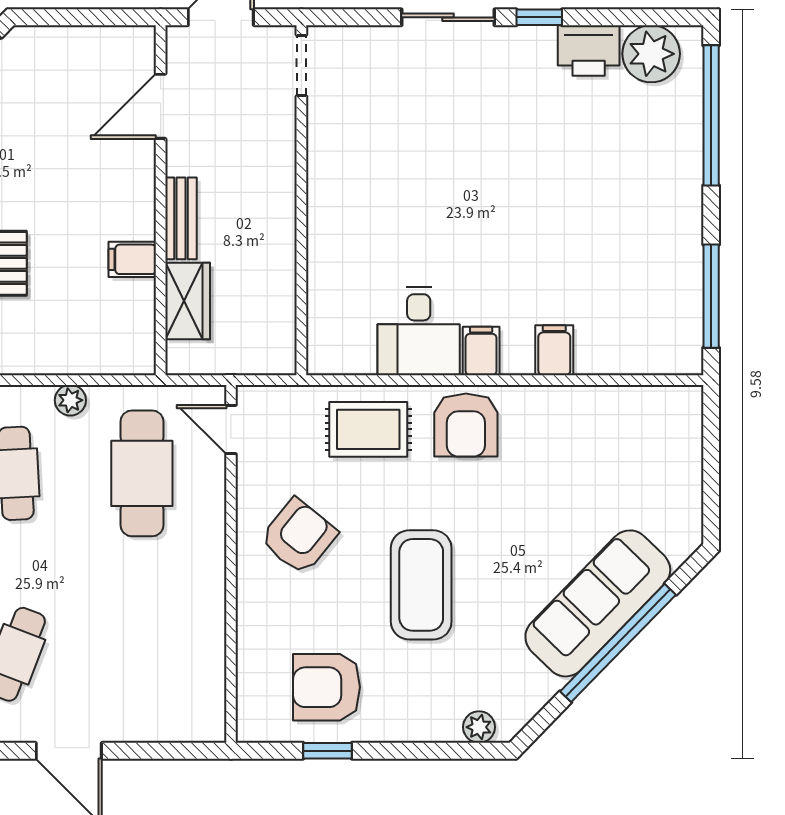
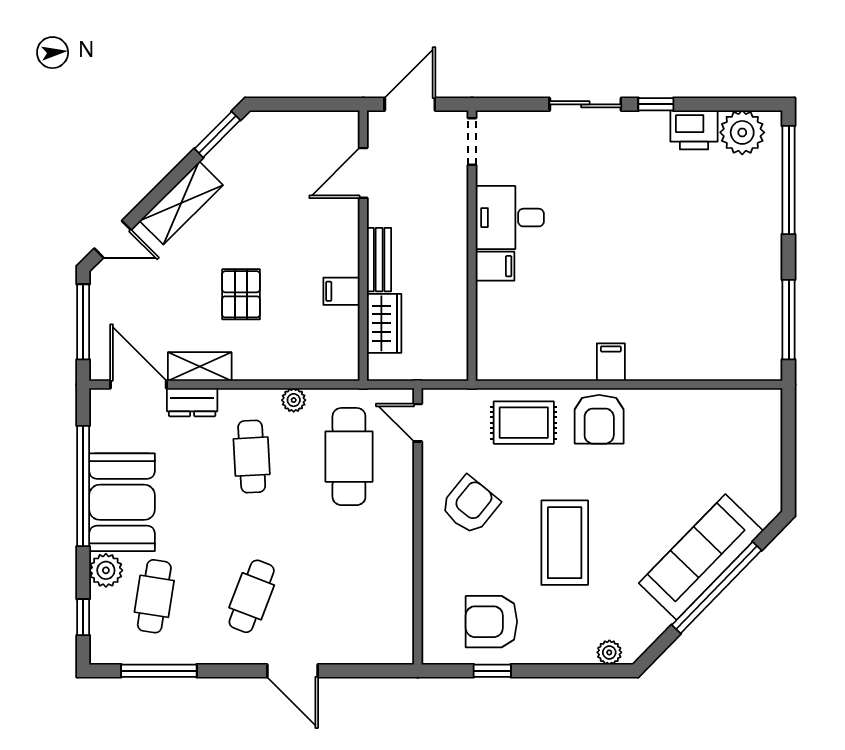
desk: (419, 331) -> (510, 218), moved, turned 90
filing cabinet: (554, 350) -> (495, 266), moved, turned 90

